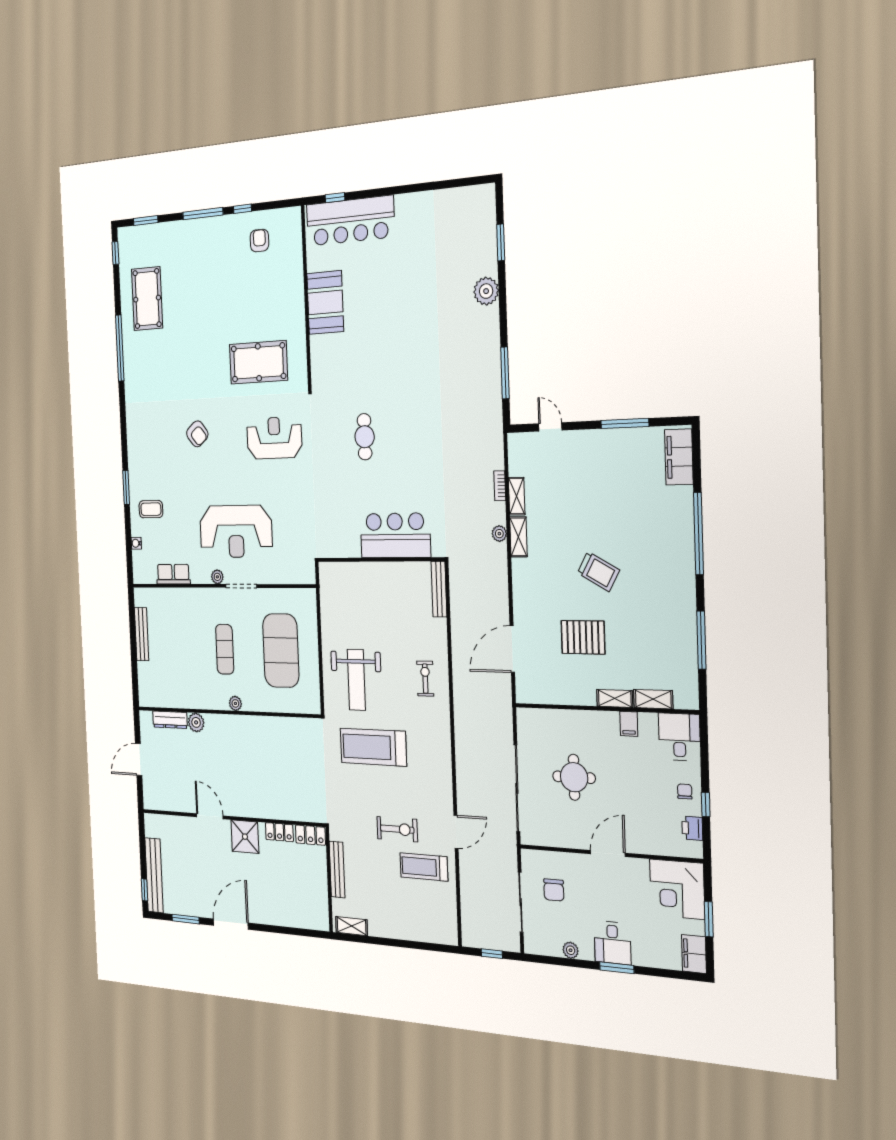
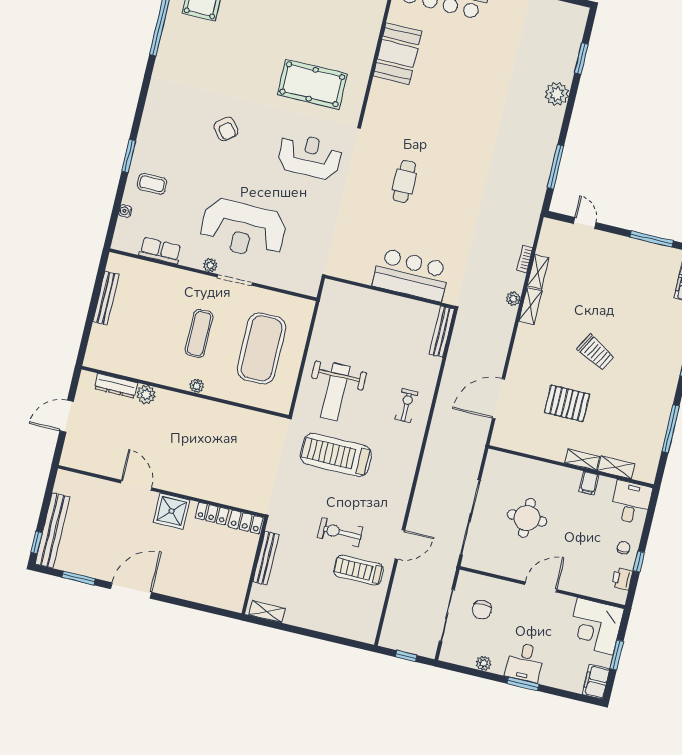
exercise bike: (397, 829) -> (340, 532), turned 180

